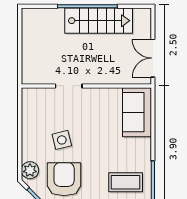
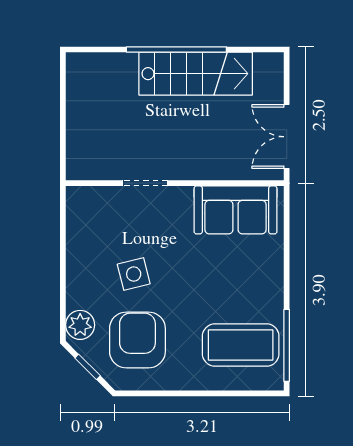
sofa: (137, 112) -> (236, 210), moved, turned -90
coffee table: (126, 182) -> (241, 345), width x1.36, depth x1.32

